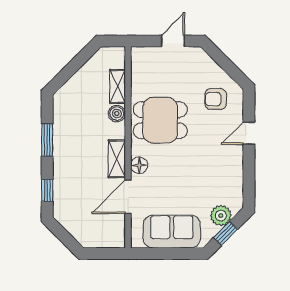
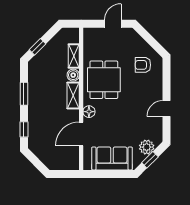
window: (66, 73) -> (37, 47), added
dining table: (160, 120) -> (104, 80), turned 90
door: (249, 133) -> (166, 108), moved
shelving: (117, 159) -> (73, 95), moved

